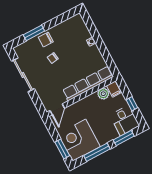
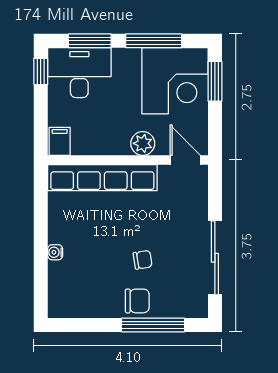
window: (34, 33) -> (153, 325), width x1.44
plant: (103, 94) -> (143, 143), moved
window: (132, 104) -> (41, 71), moved
door: (57, 109) -> (185, 160), hinge flipped
desk: (125, 120) -> (79, 73), width x1.37

